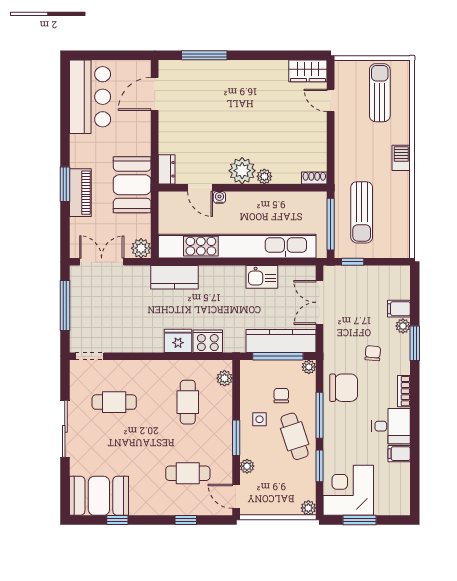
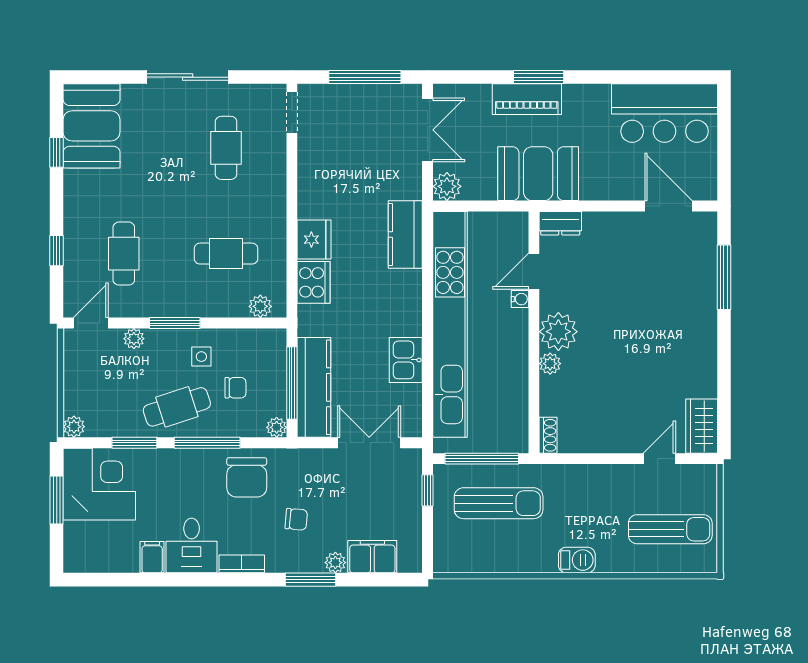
sun lounger: (362, 212) -> (499, 503), turned 180
filing cabinet: (399, 309) -> (372, 557), width x2.00

